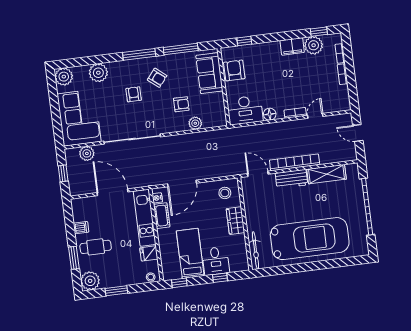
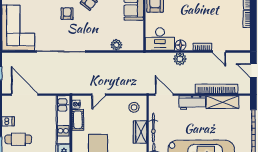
armchair: (181, 104) -> (106, 27), removed
door: (315, 116) -> (219, 51), swing flipped
plant: (87, 153) -> (180, 59), moved
bookcase: (295, 162) -> (217, 89), moved
door: (182, 183) -> (99, 95), width x0.53
door: (113, 192) -> (25, 95), moved
bicycle: (250, 214) -> (153, 128), added

